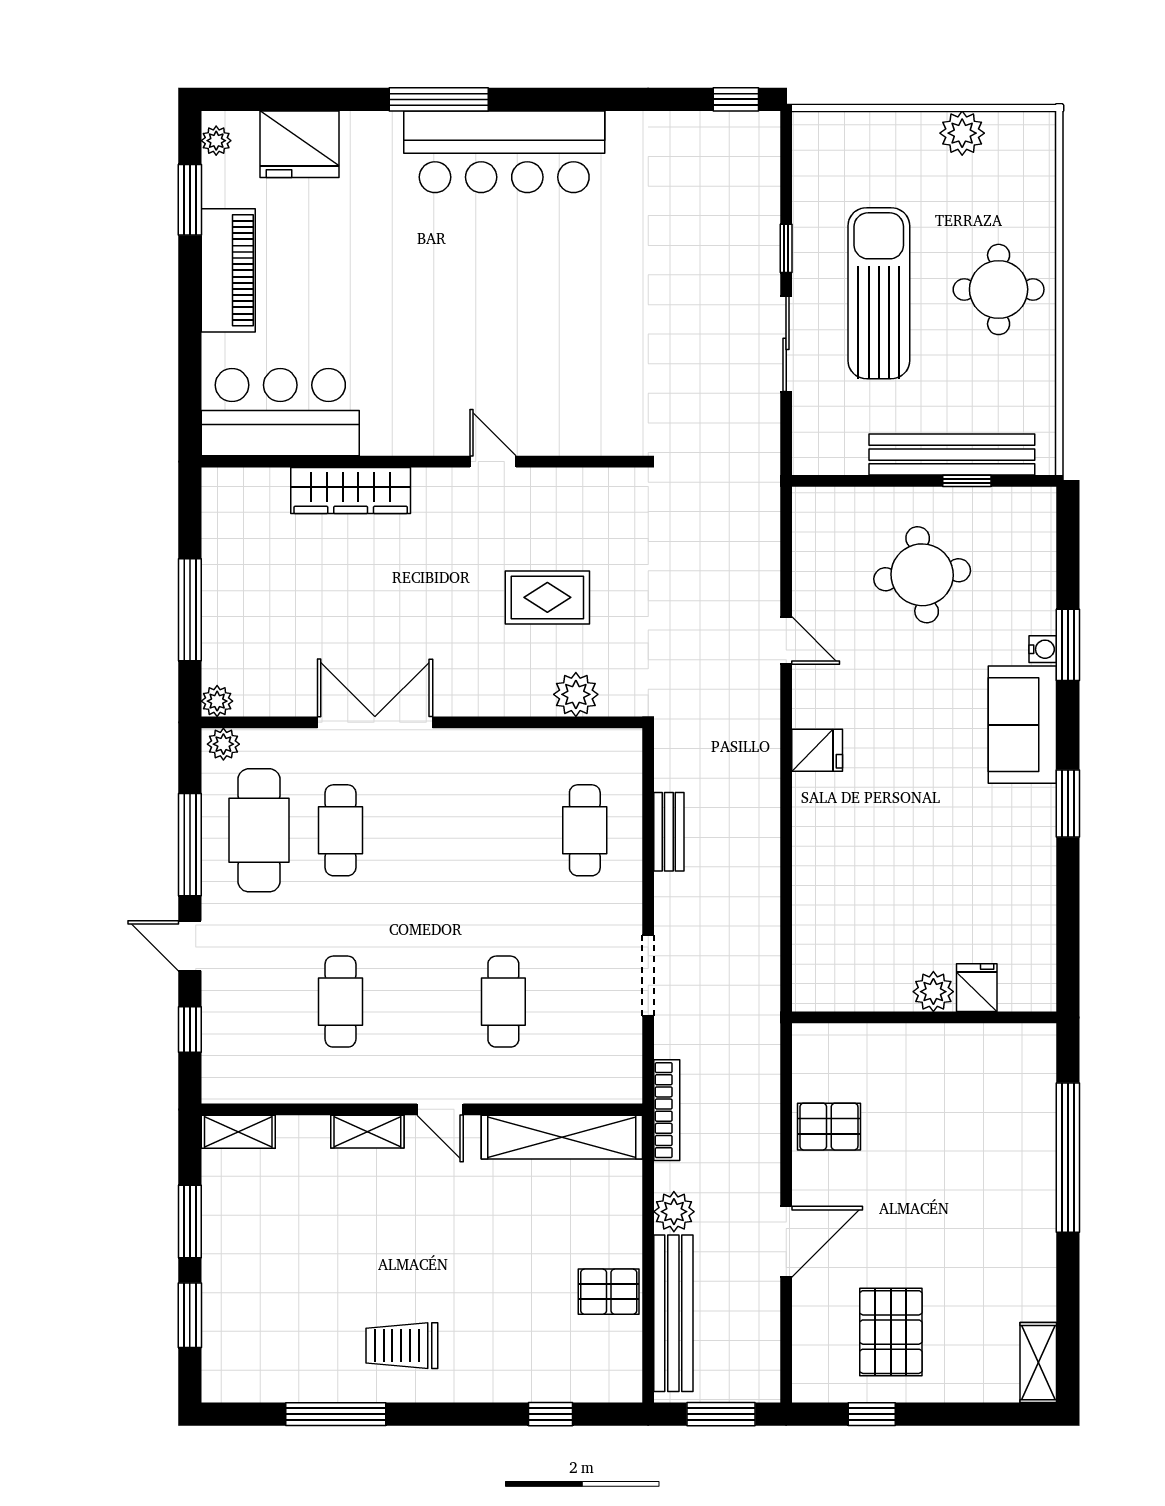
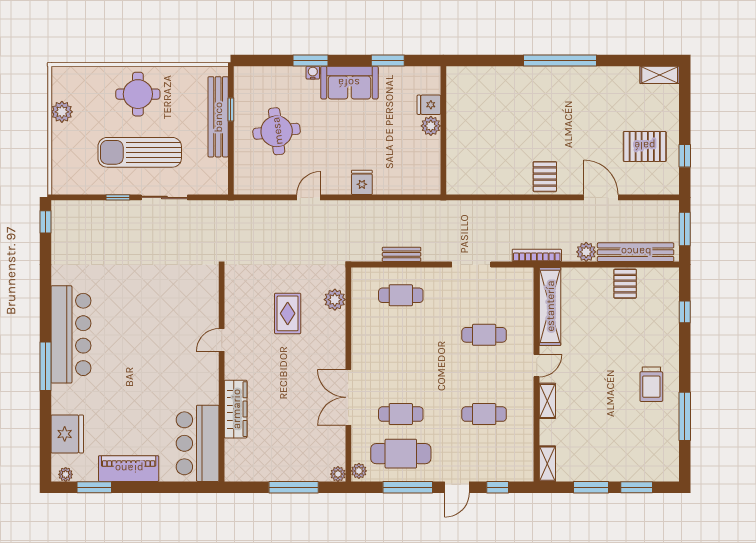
fridge: (977, 988) -> (429, 105), moved
plant: (933, 992) -> (431, 126), moved
wall: (924, 1017) -> (443, 130), moved

